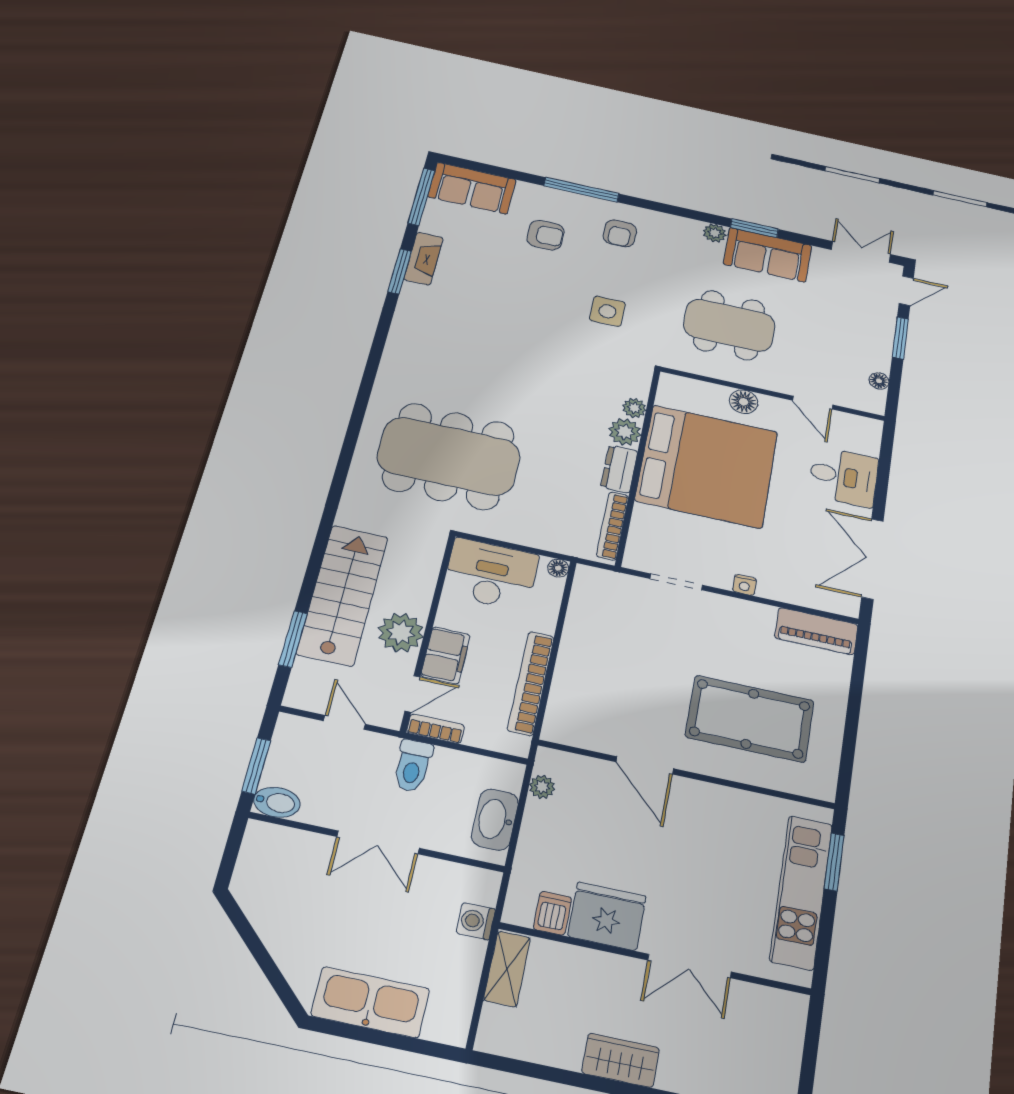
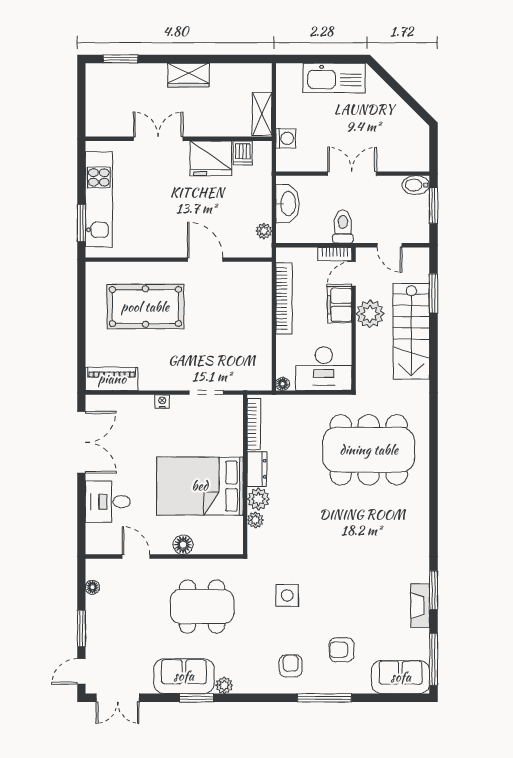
bed: (707, 466) -> (200, 486), width x0.73

